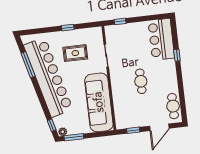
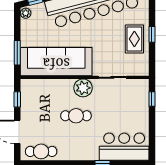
rug: (75, 53) -> (134, 39), moved
plant: (118, 78) -> (83, 88), added
window: (74, 137) -> (17, 53), moved

